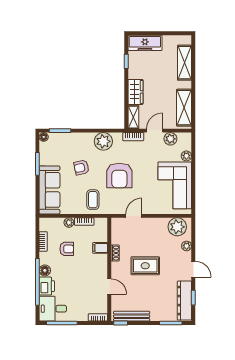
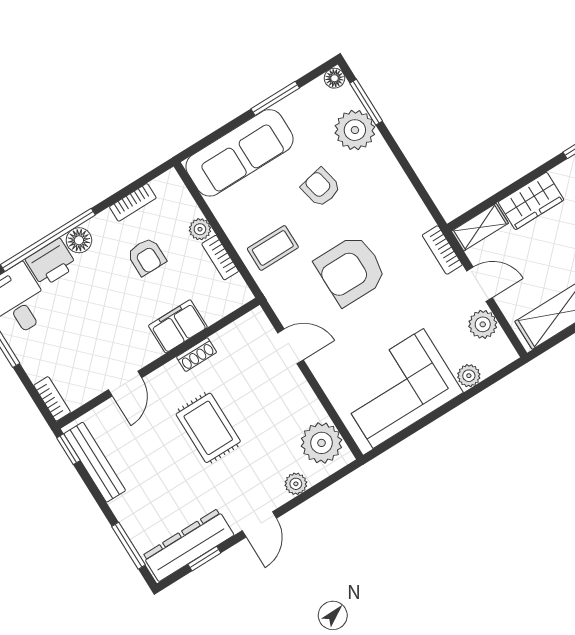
plant: (103, 141) -> (355, 130), moved
filing cabinet: (100, 248) -> (178, 326), width x2.00

